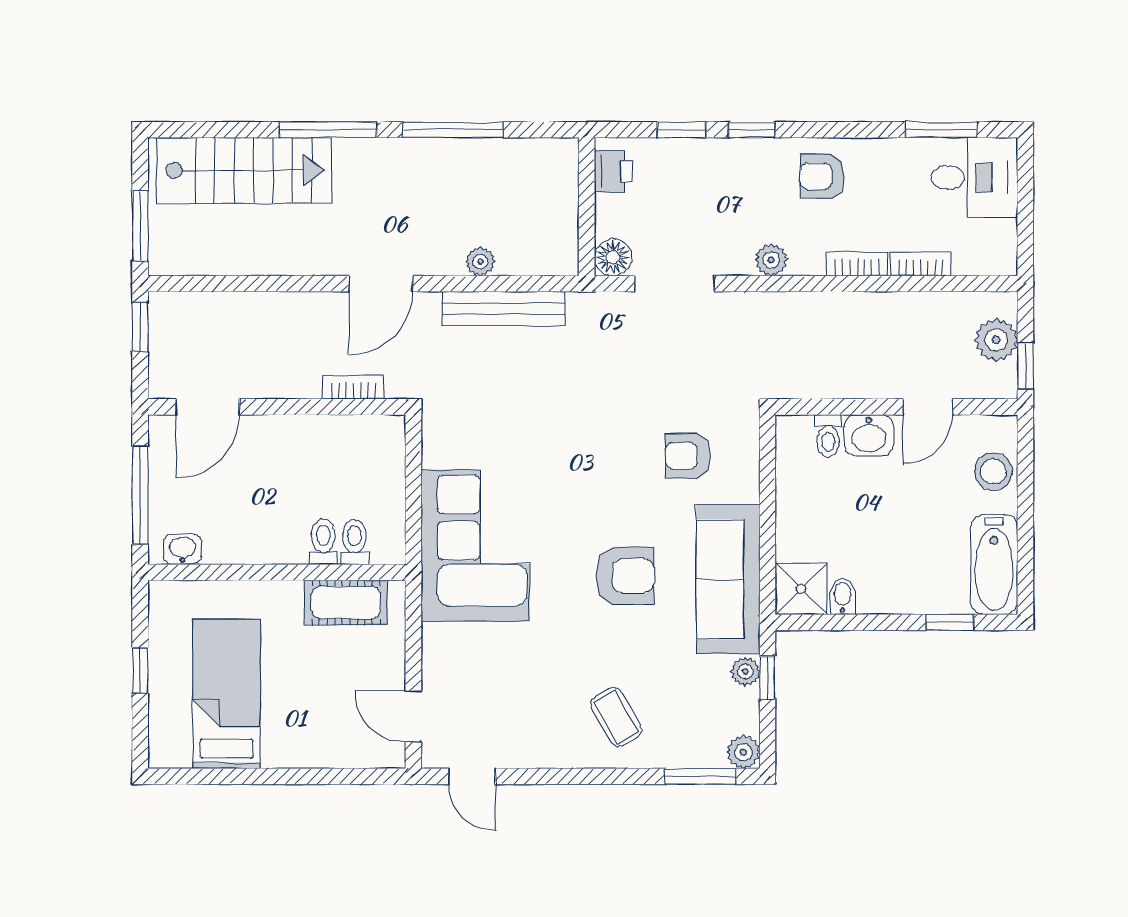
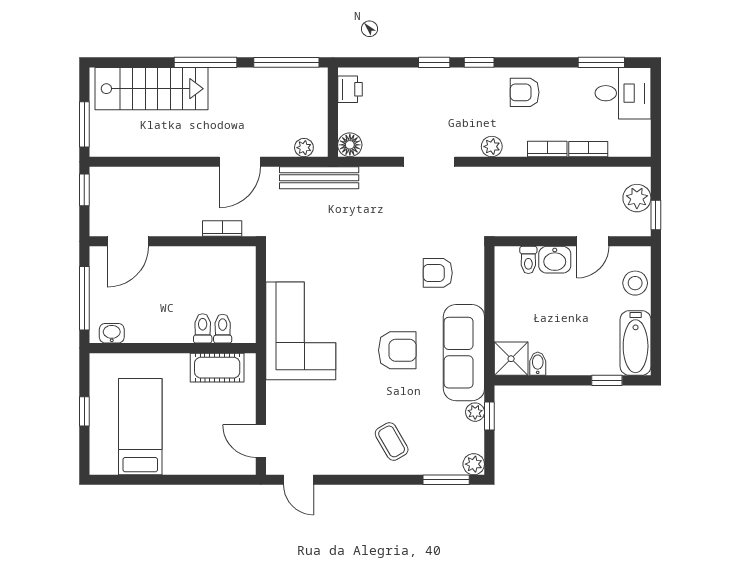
printer: (613, 171) -> (350, 89), moved
wall: (587, 207) -> (333, 112), moved
floor lamp: (613, 257) -> (350, 145), moved

